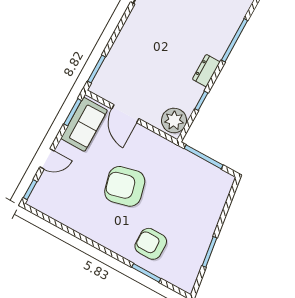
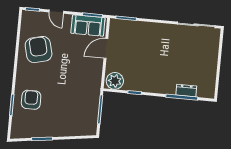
dresser: (206, 71) -> (186, 91), moved
armchair: (125, 186) -> (39, 50), moved

